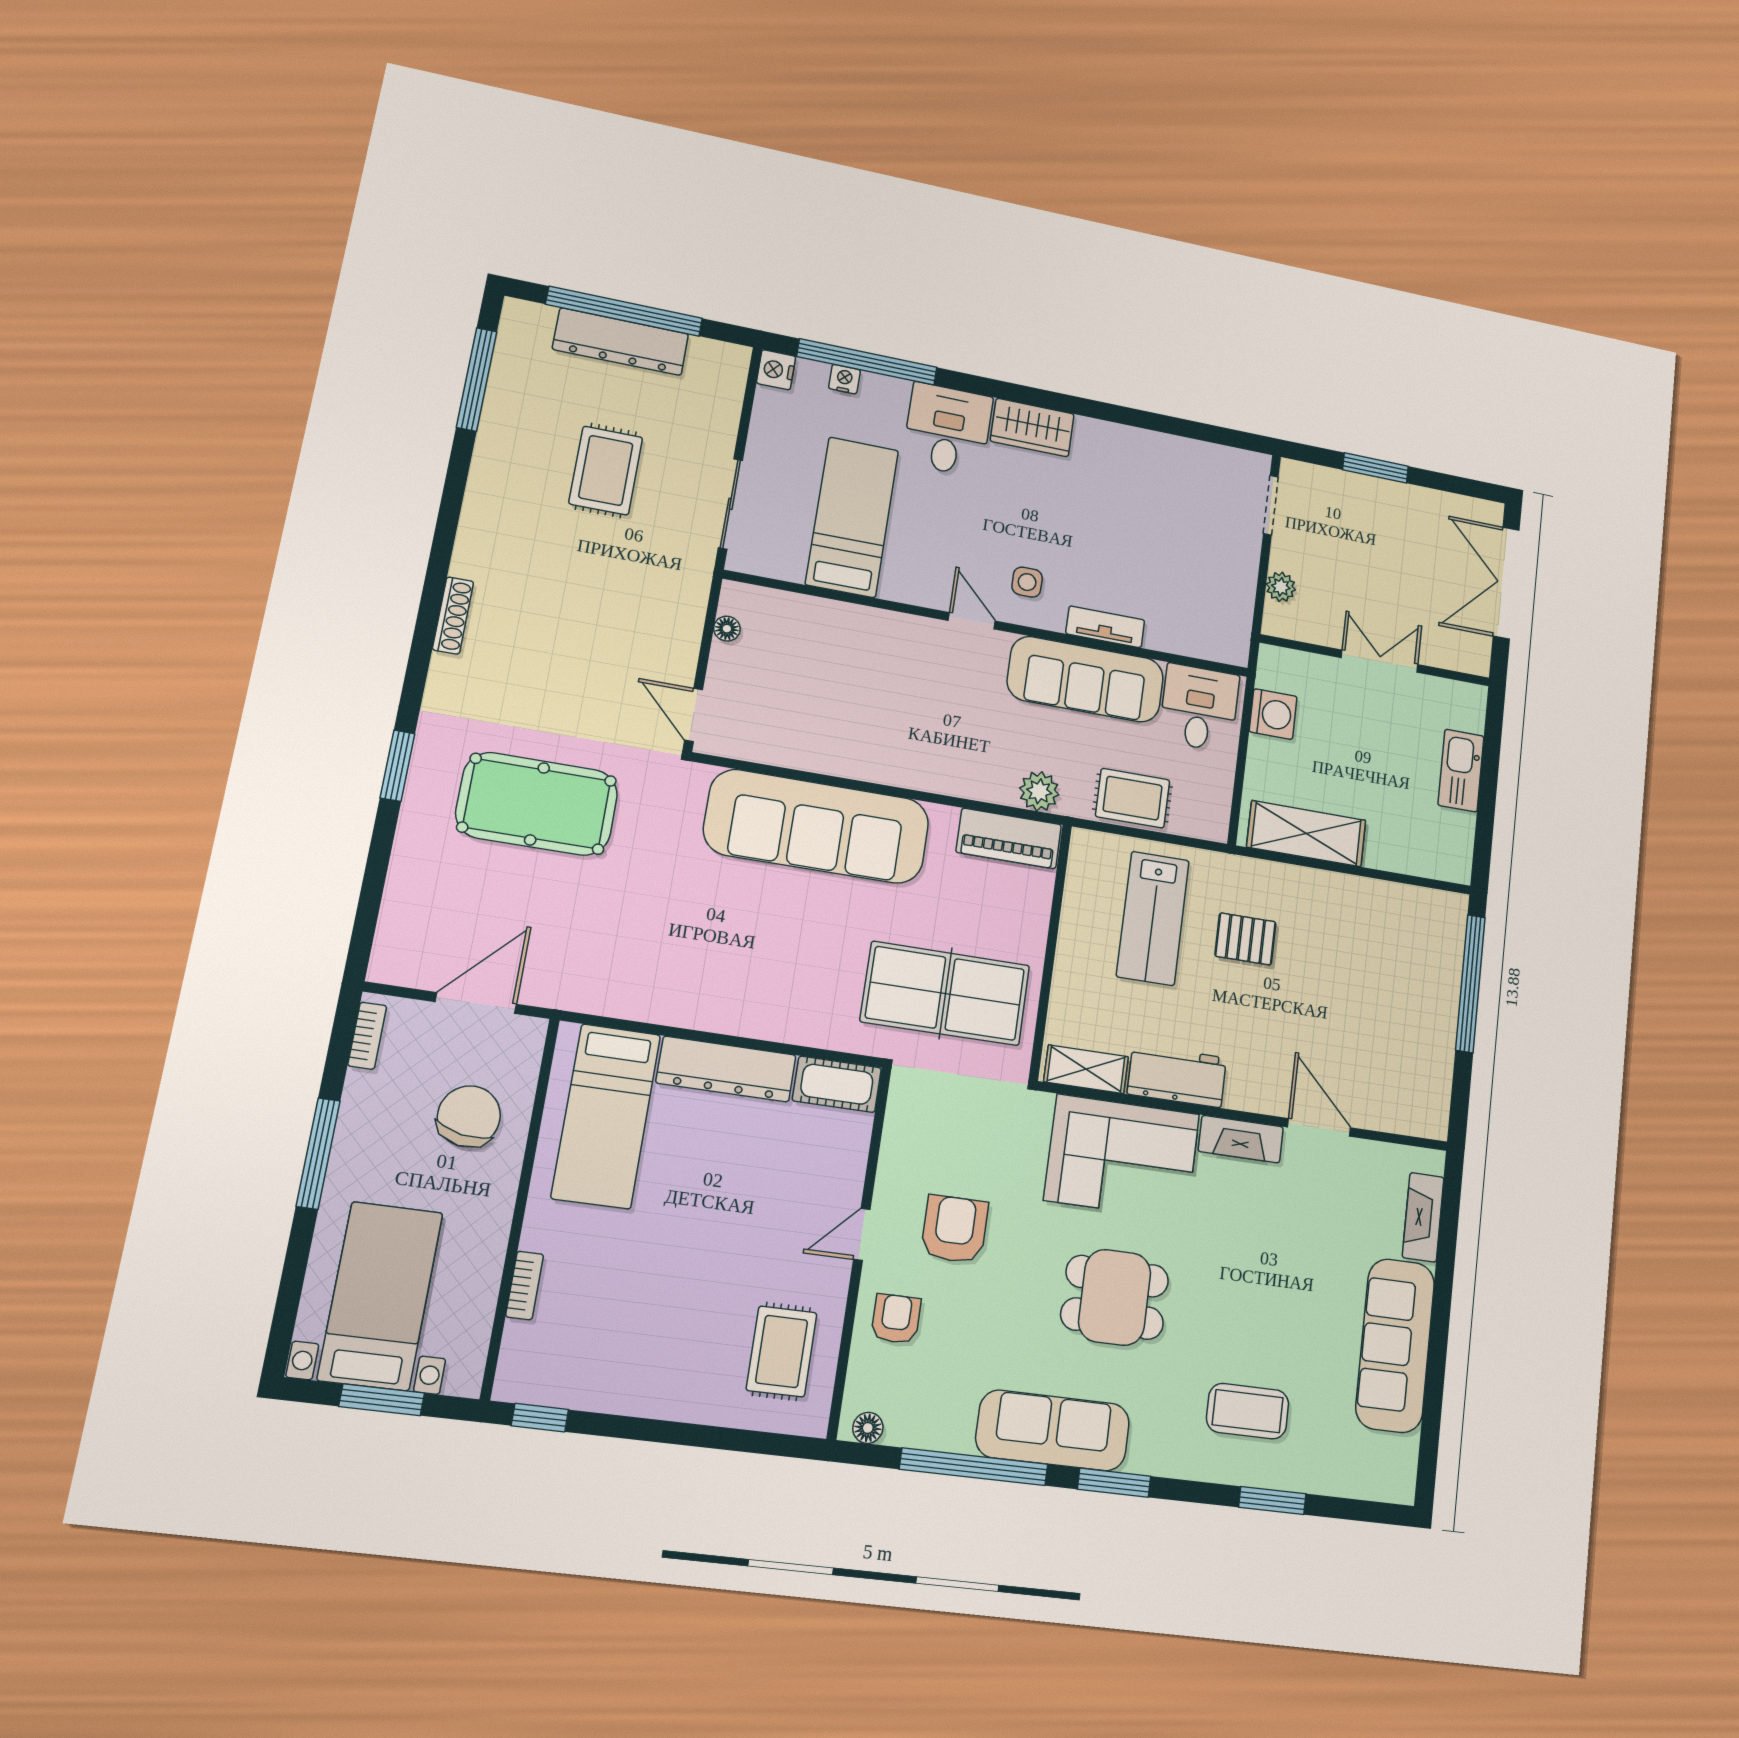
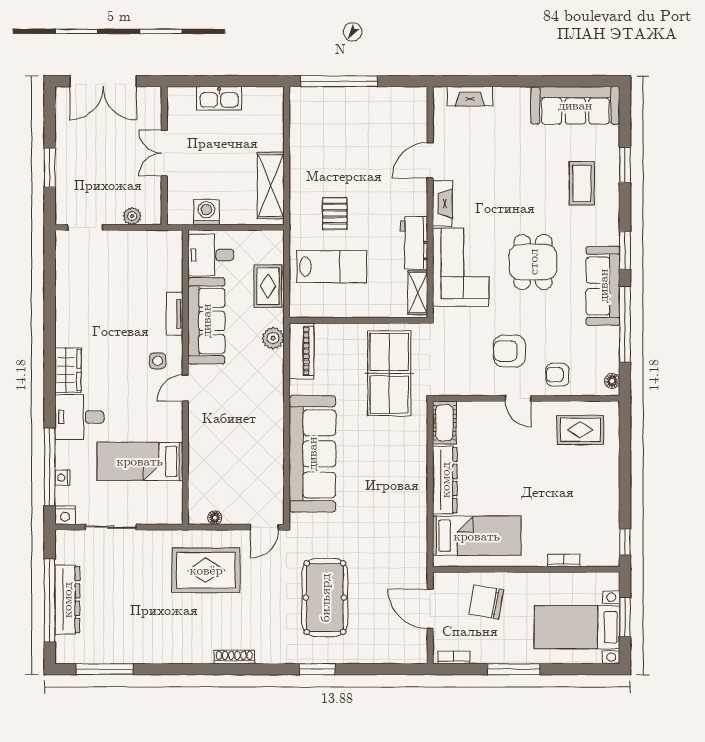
rug: (606, 470) -> (206, 570), moved, width x1.36, depth x1.43
sliding door: (730, 504) -> (111, 527), moved
sofa: (1395, 1345) -> (575, 105), moved

